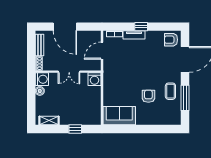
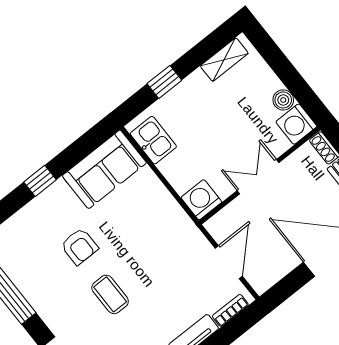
coffee table: (170, 91) -> (110, 294), moved
kitchen sink: (95, 112) -> (153, 140), added
window: (144, 129) -> (40, 181), added

